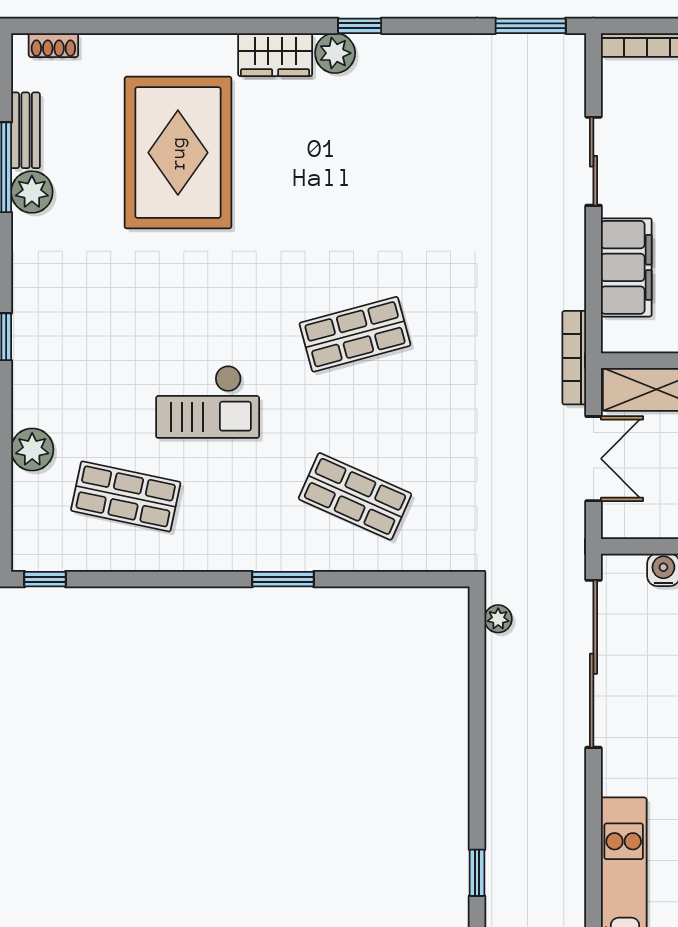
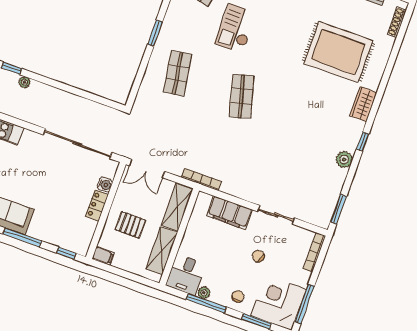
shoe rack: (53, 45) -> (397, 22), width x1.43
plant: (335, 53) -> (344, 160), moved
double door: (593, 459) -> (147, 169), moved
shop shelf: (355, 496) -> (177, 73), turned -33
plant: (498, 619) -> (24, 82), moved

